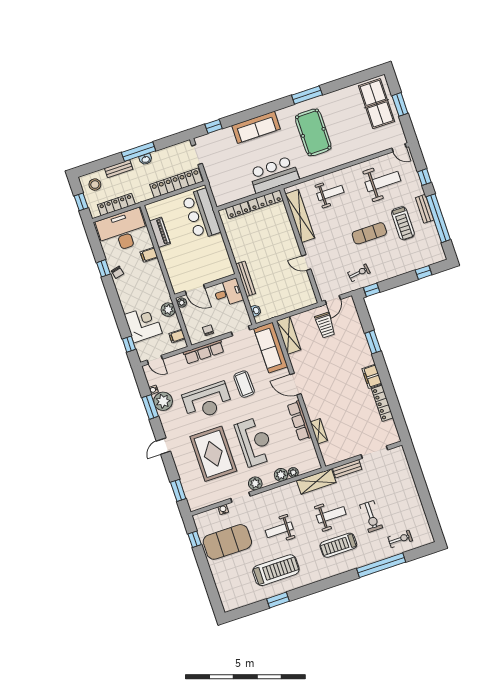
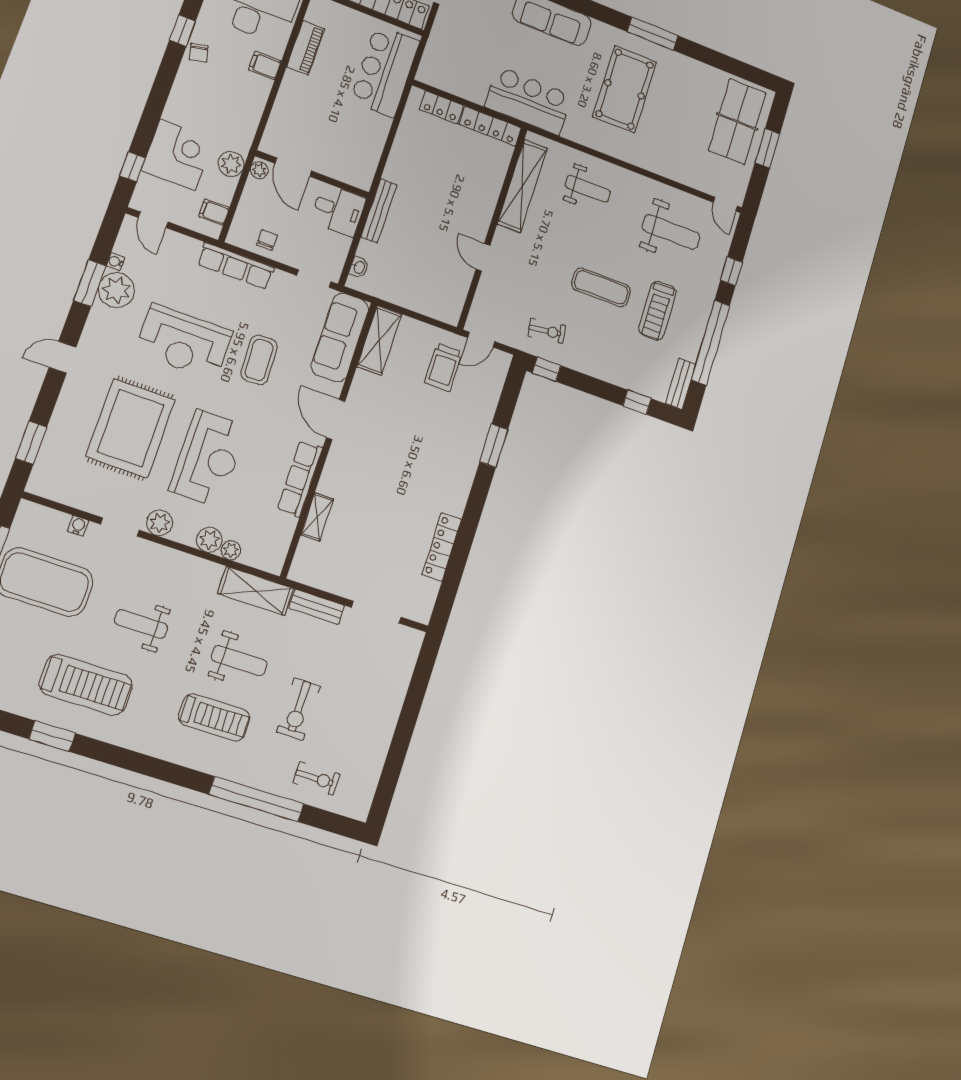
bench: (425, 209) -> (681, 384), moved
filing cabinet: (372, 376) -> (456, 495), removed
treadmill: (338, 545) -> (214, 717), turned 180

